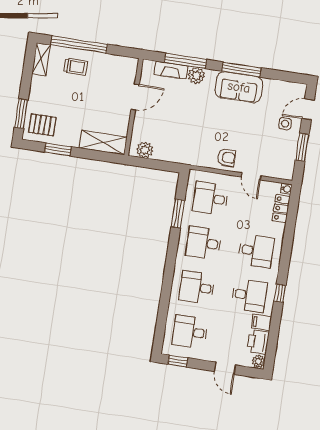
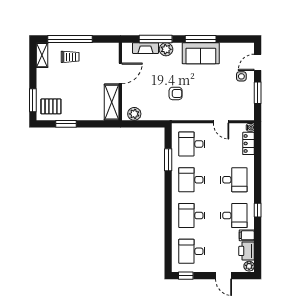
shelving: (103, 143) -> (112, 102), moved, turned 90
armchair: (226, 158) -> (176, 93), moved

